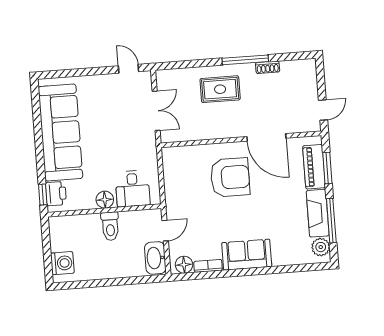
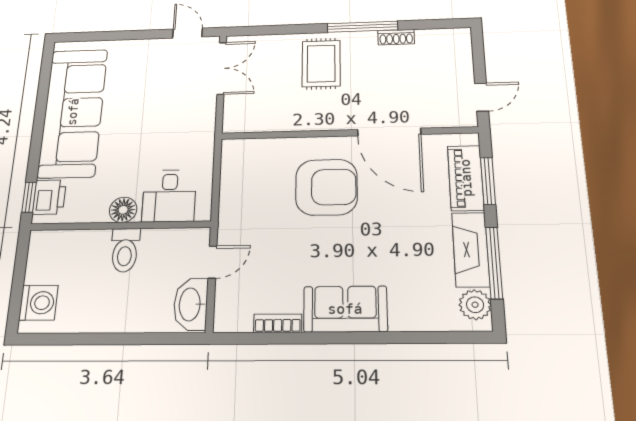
rug: (220, 89) -> (321, 64), turned 90
double door: (156, 111) -> (222, 68), moved
floor lamp: (184, 265) -> (237, 318), removed

